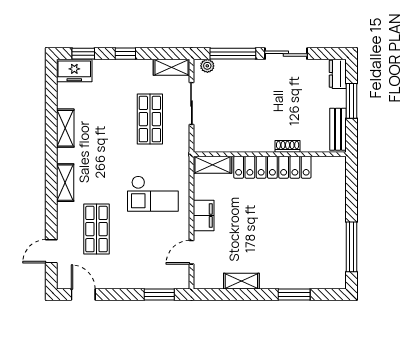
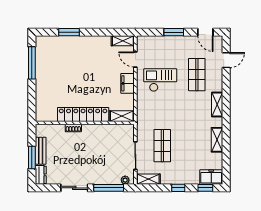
bench: (338, 129) -> (41, 151), moved
checkout: (153, 194) -> (160, 80), moved
door: (191, 252) -> (135, 59), swing flipped
shelving: (241, 281) -> (123, 41), moved
window: (159, 294) -> (174, 32), moved

